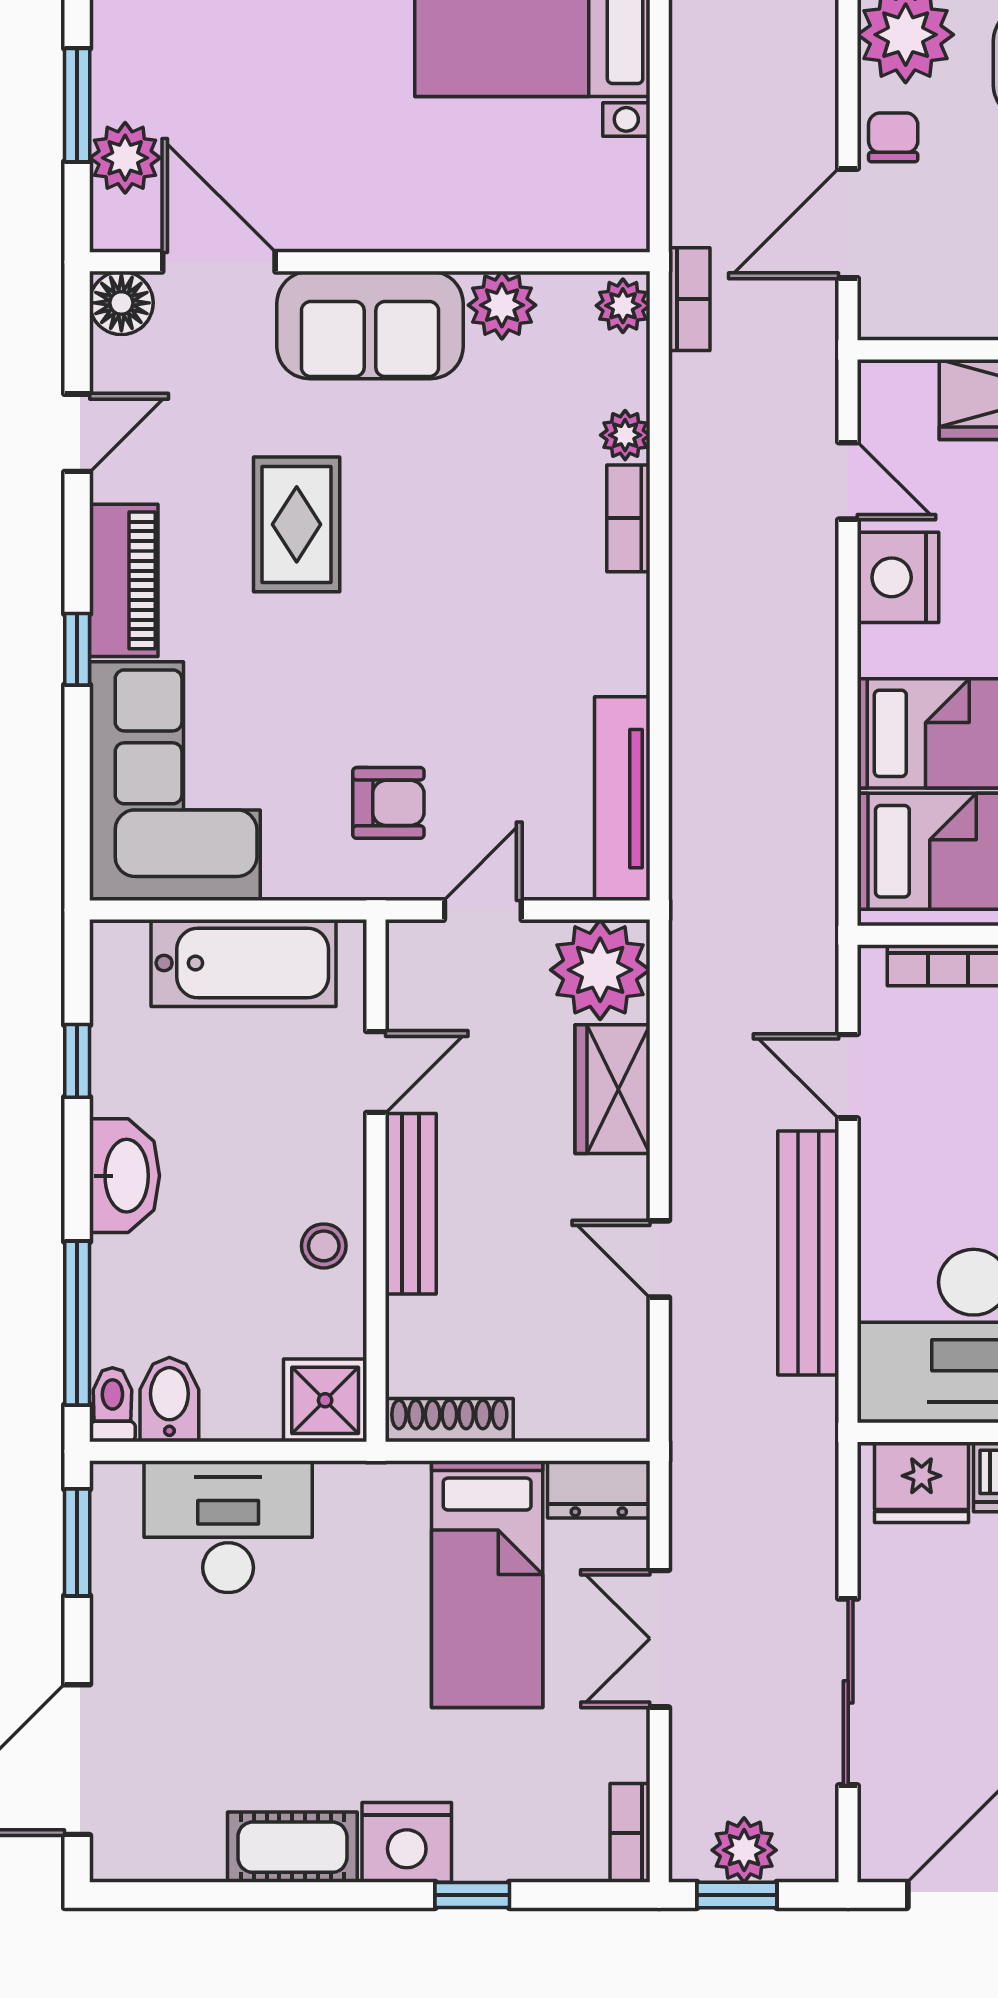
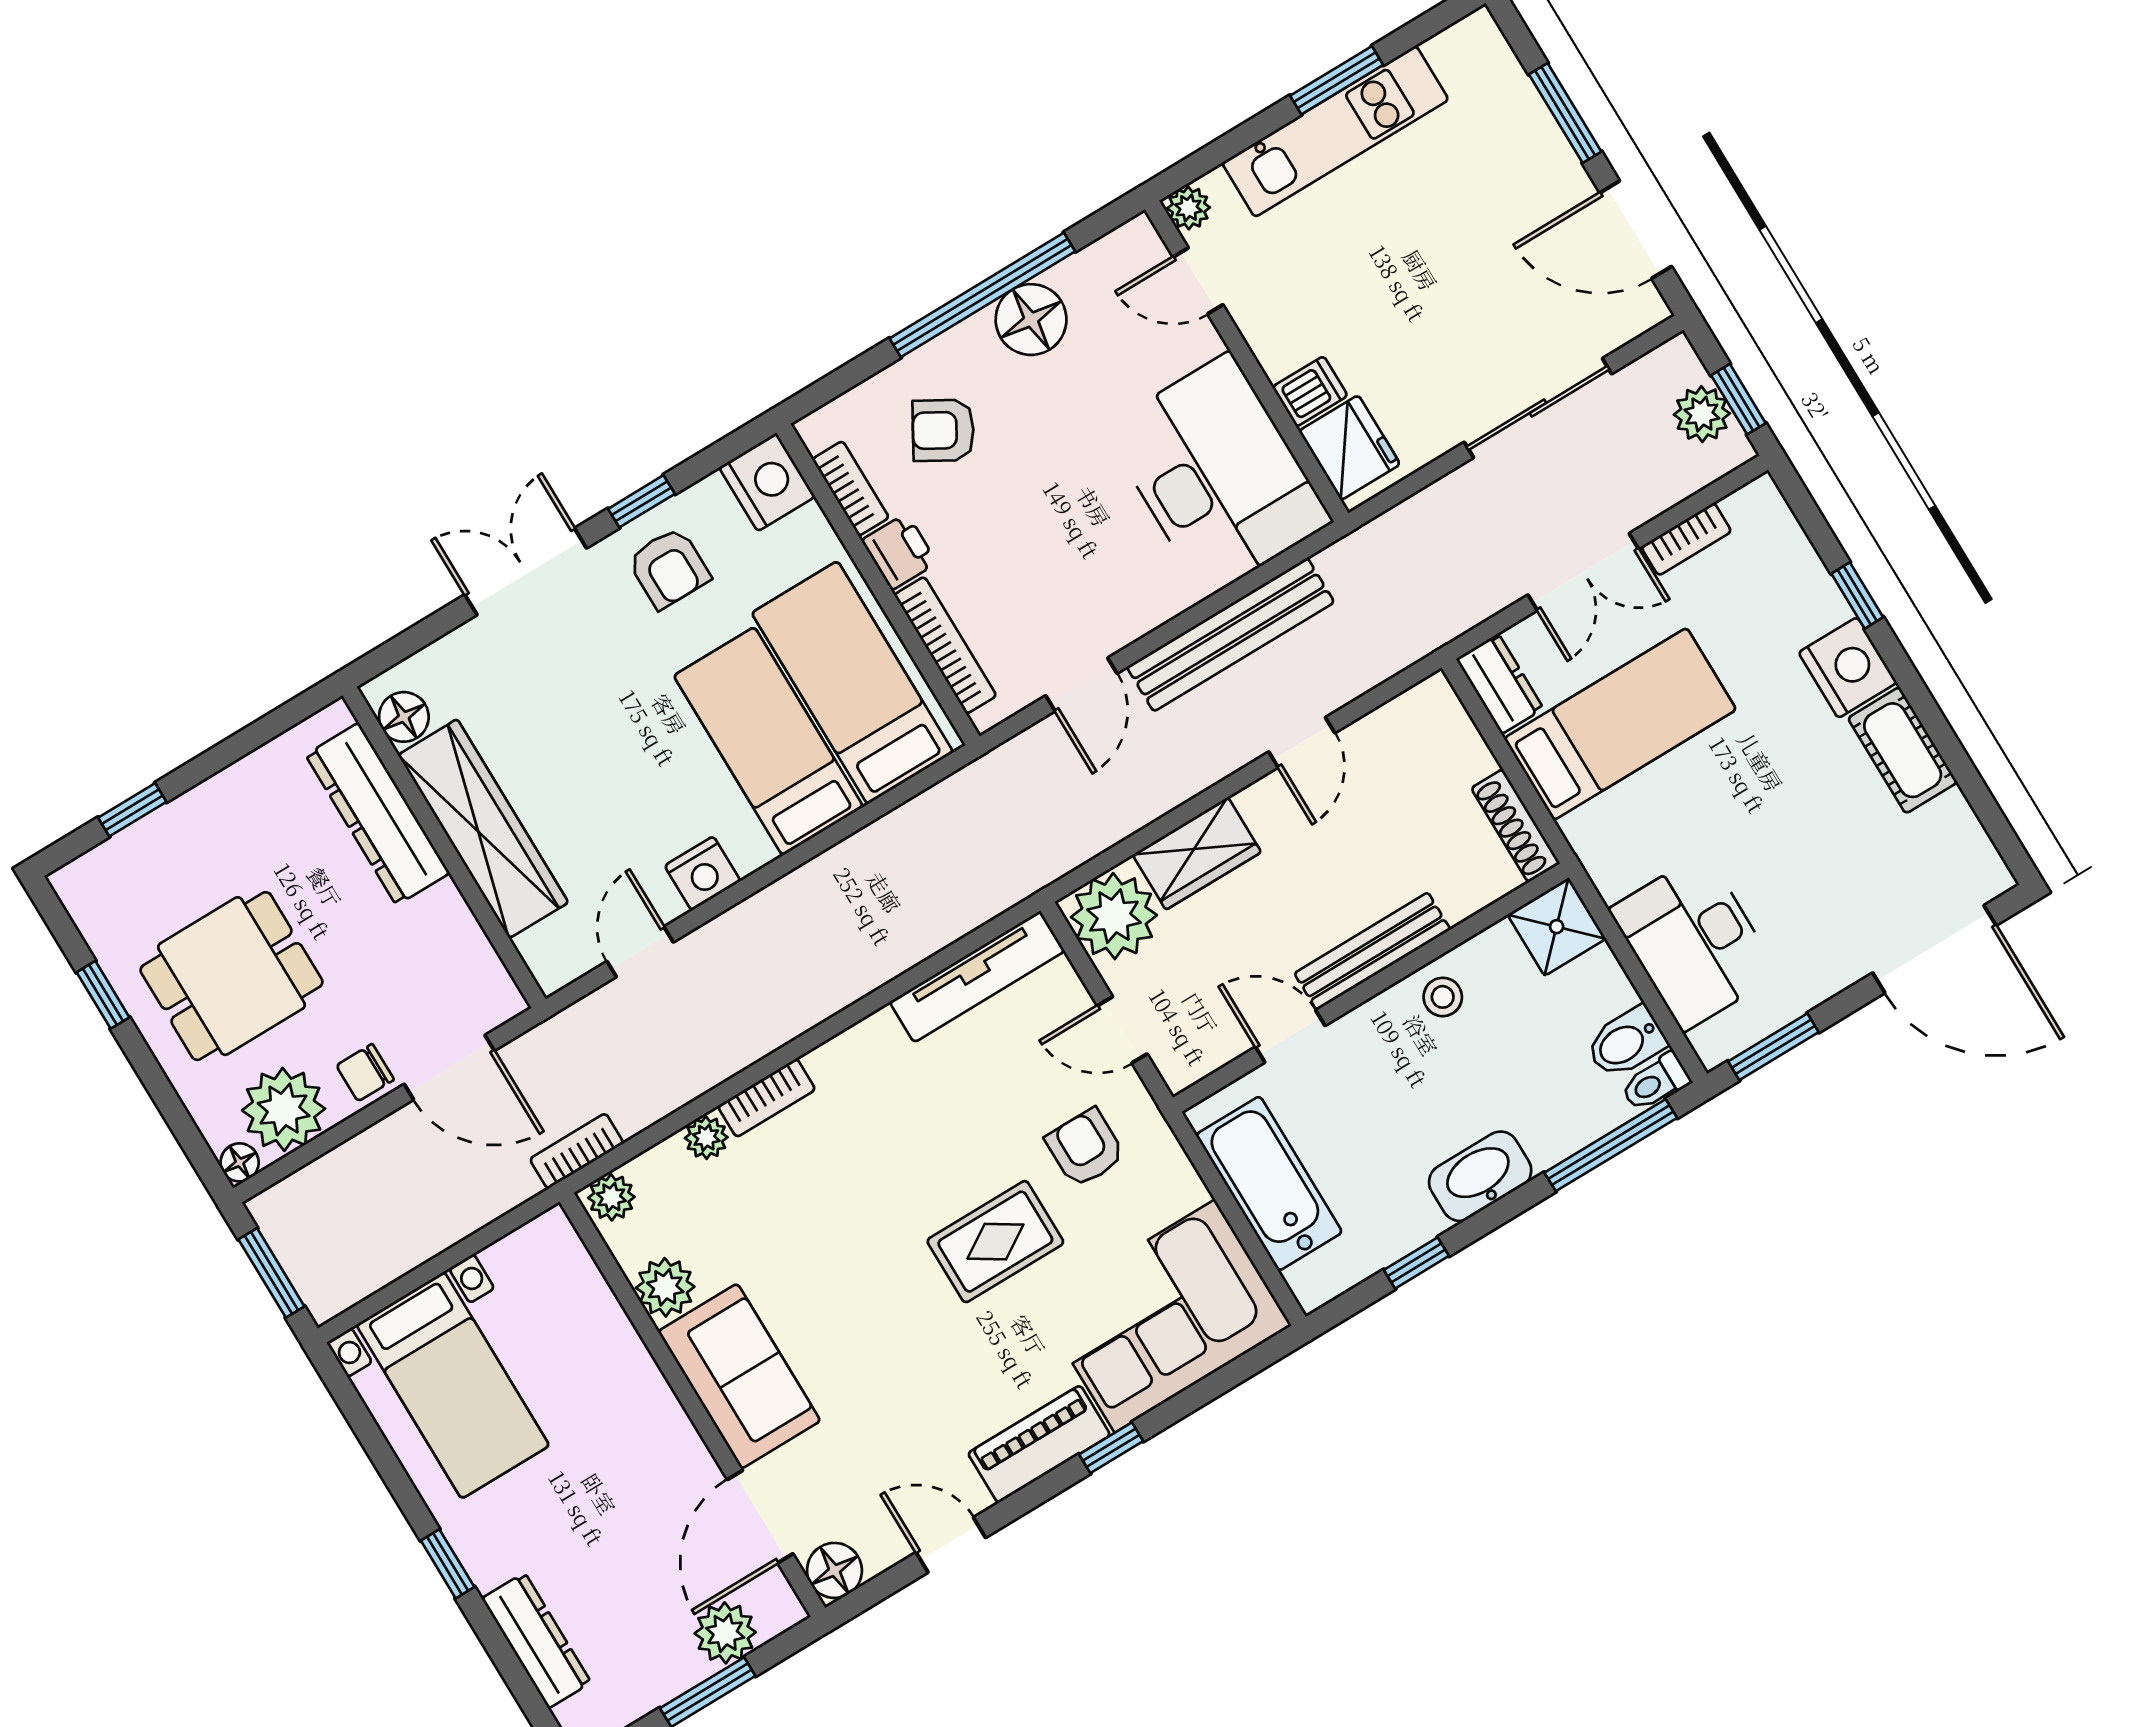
rug: (297, 524) -> (995, 1242), moved
nightstand: (898, 577) -> (703, 873), width x0.74, depth x0.75
bookcase: (630, 1833) -> (1686, 539), moved

